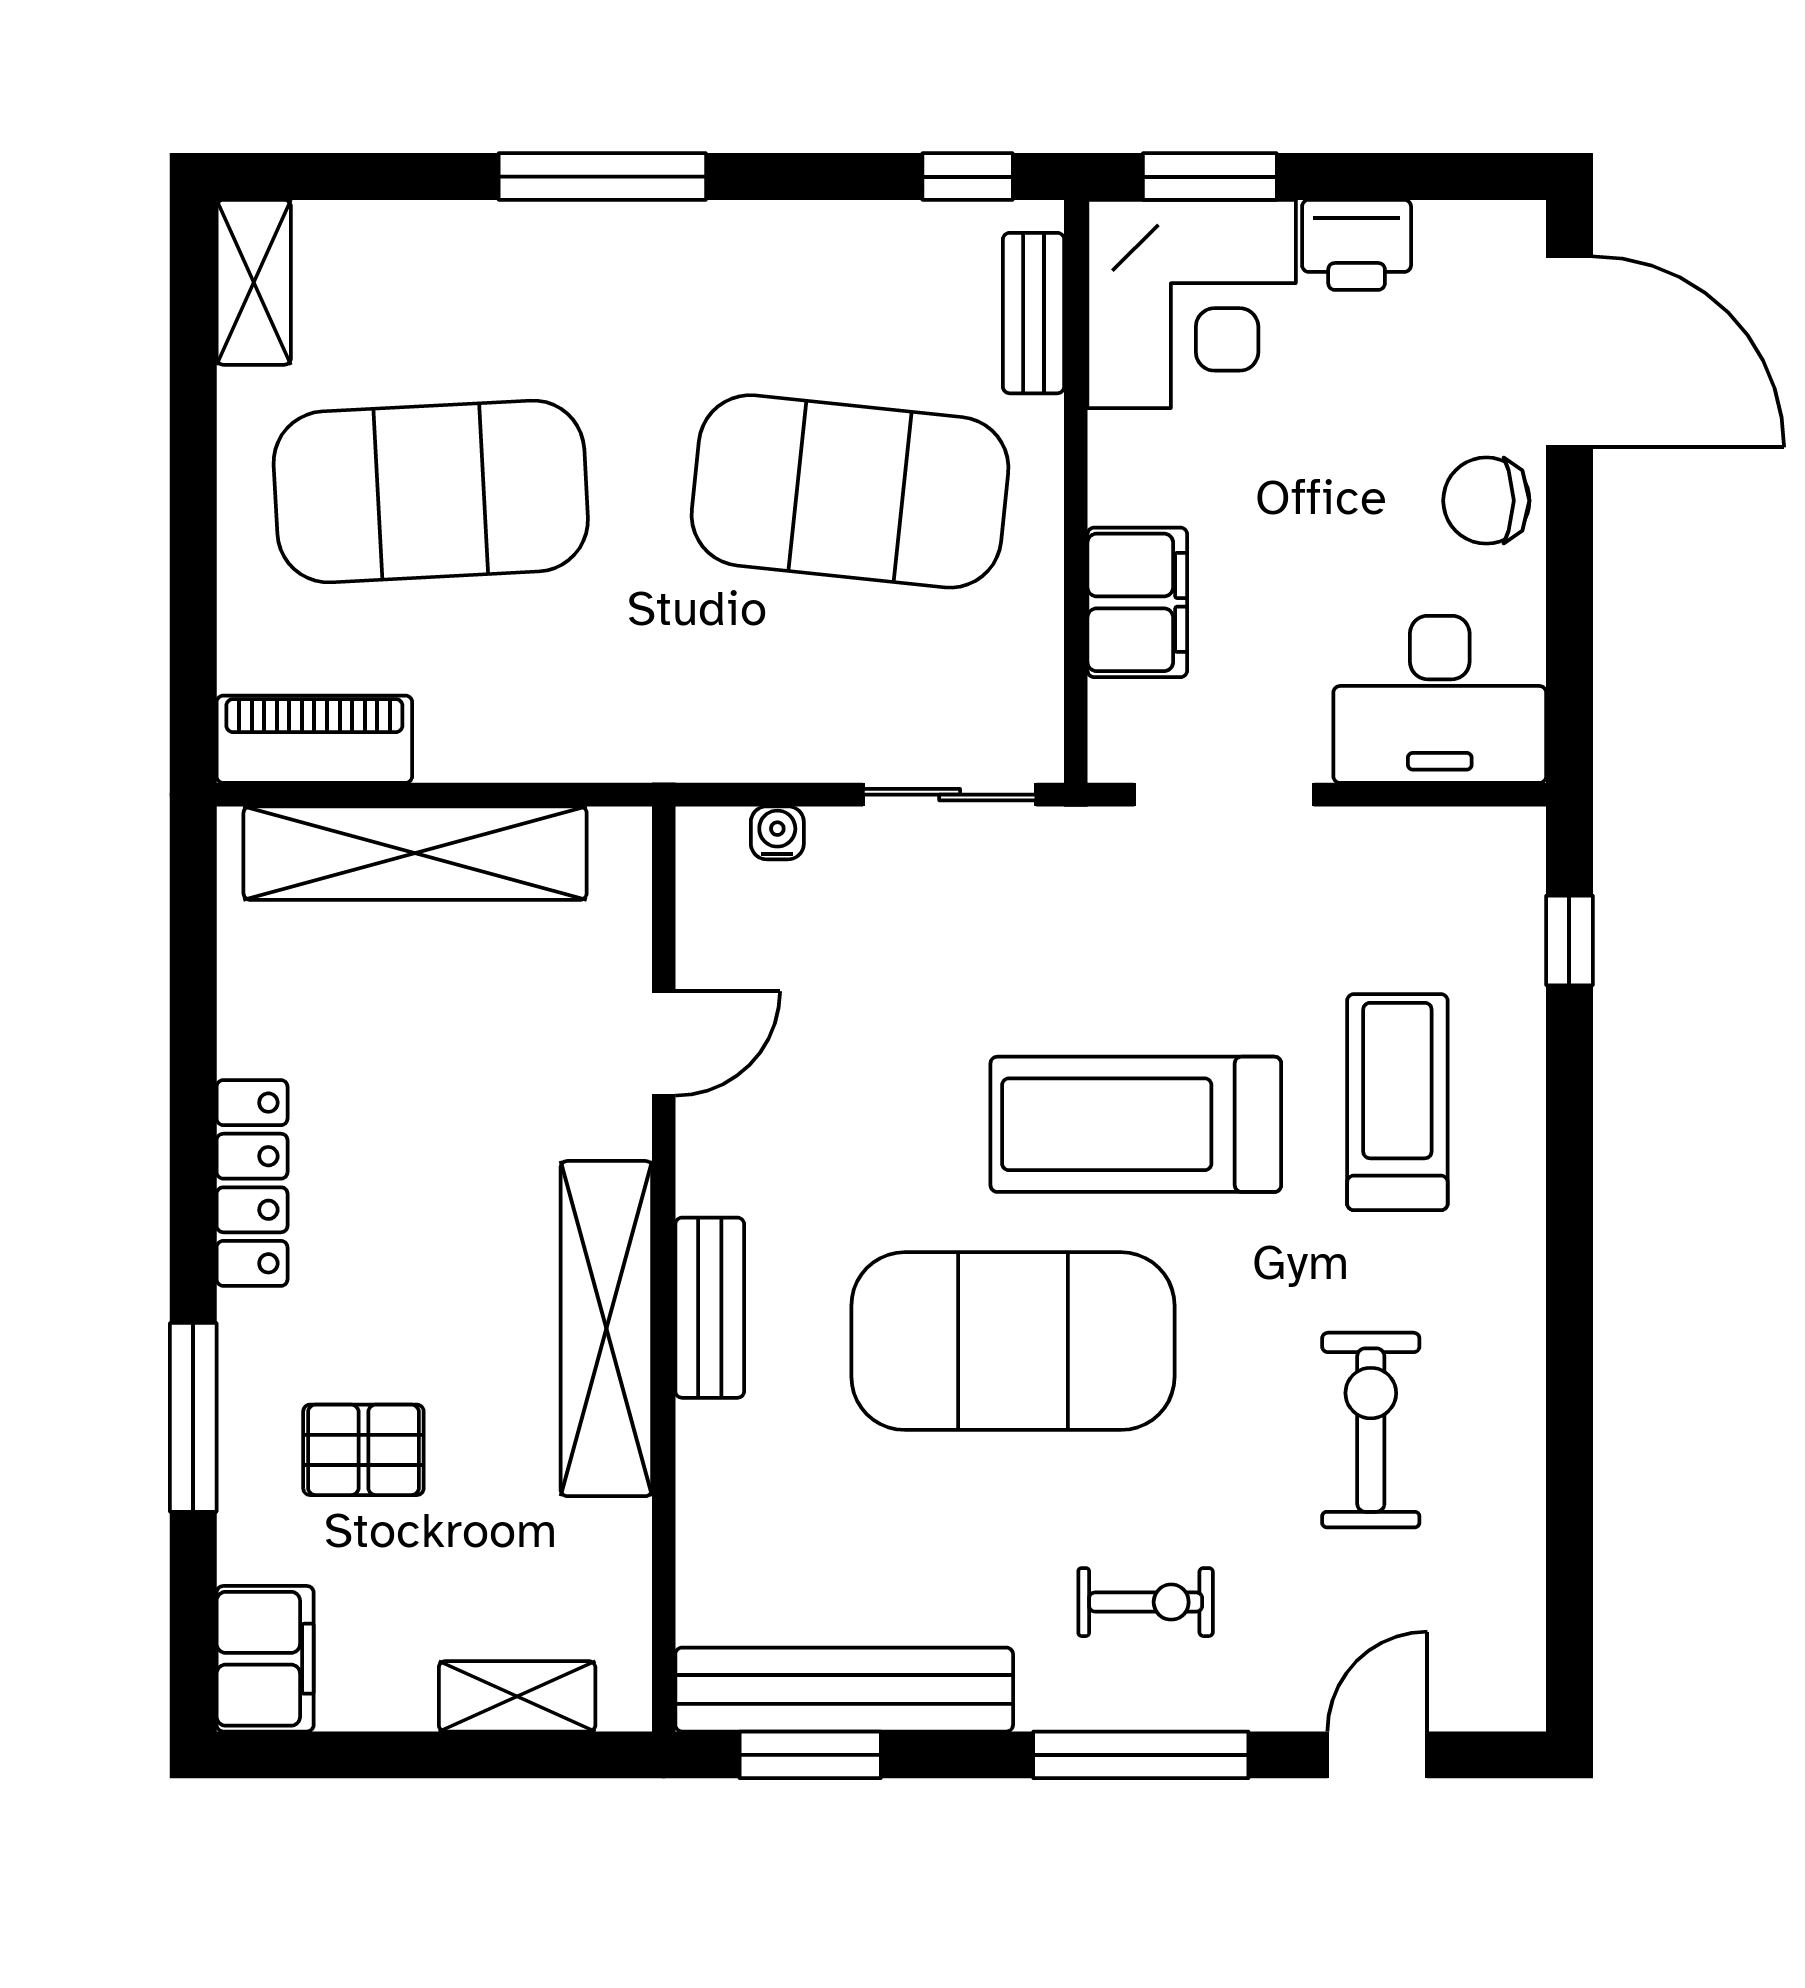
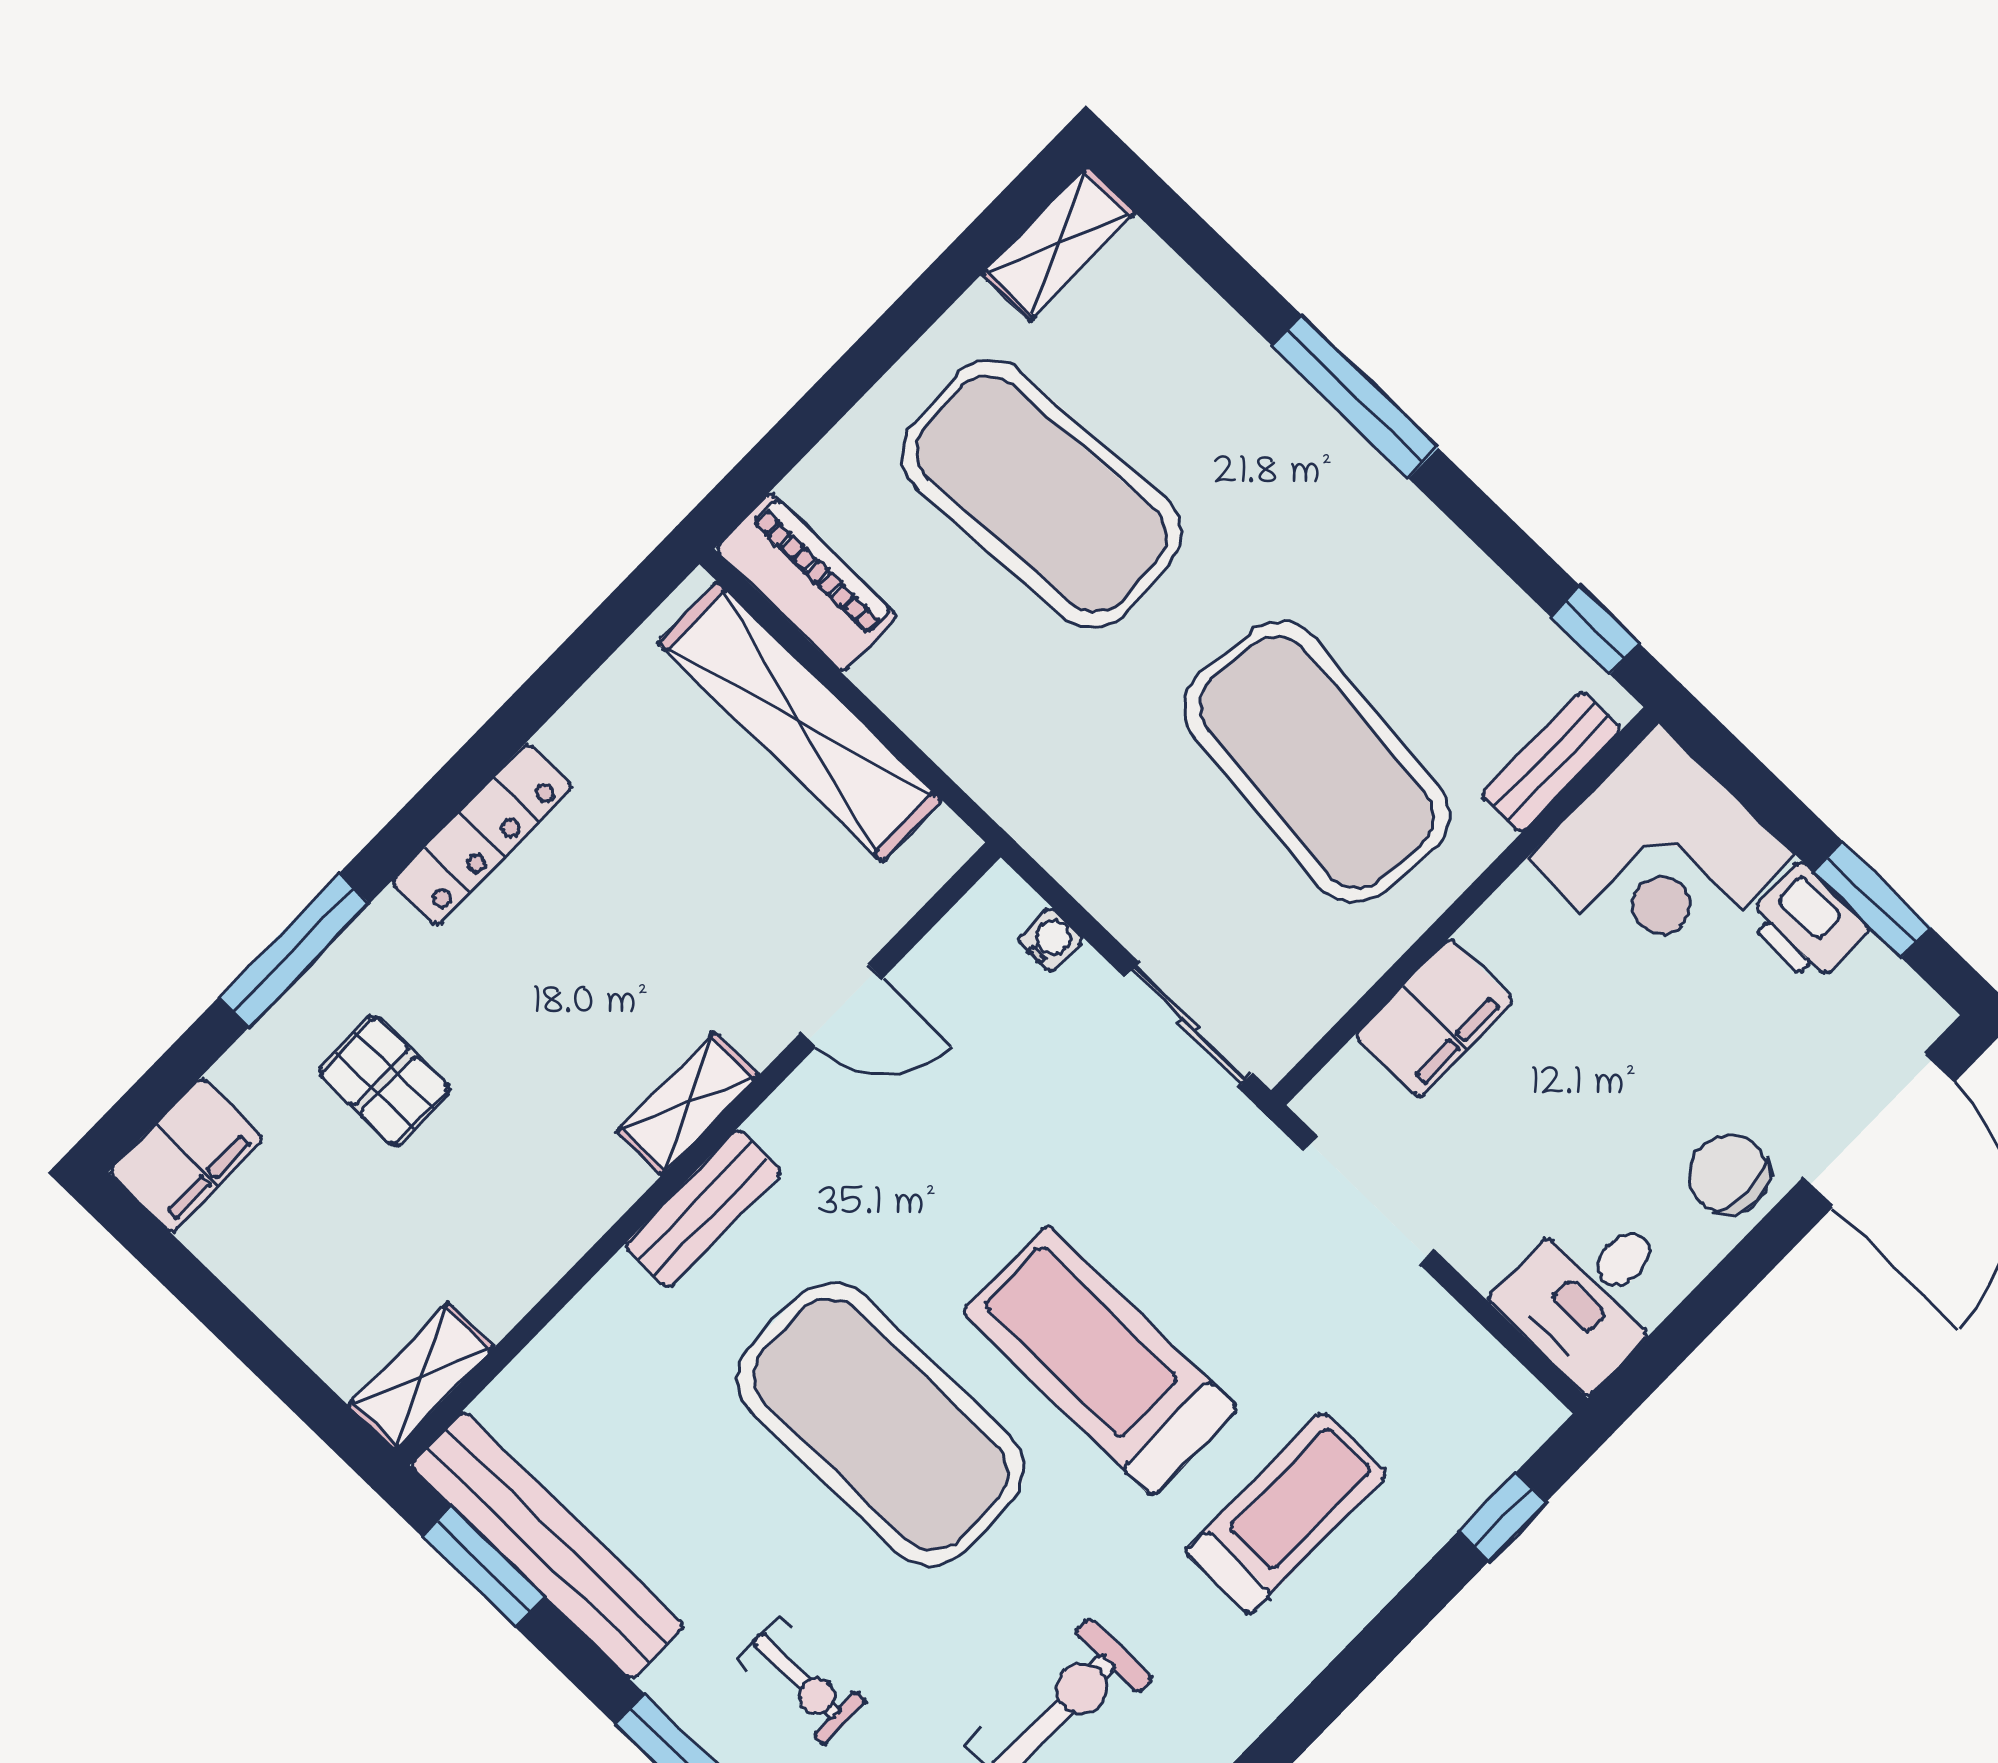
window: (1210, 177) -> (1872, 899), moved
desk: (1440, 699) -> (1590, 1294), width x0.73
shelving: (606, 1329) -> (688, 1103), width x0.45, depth x0.75
shelving: (517, 1696) -> (421, 1376), moved, turned 90

